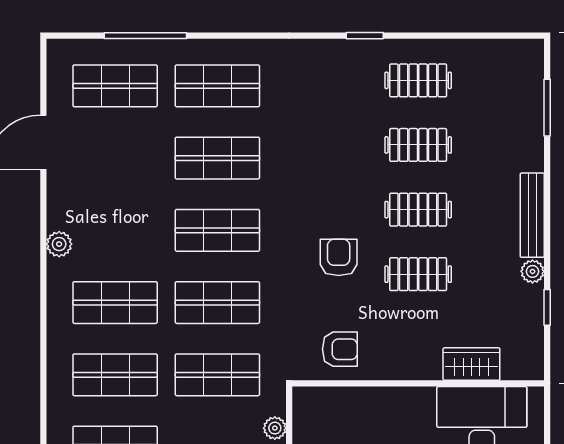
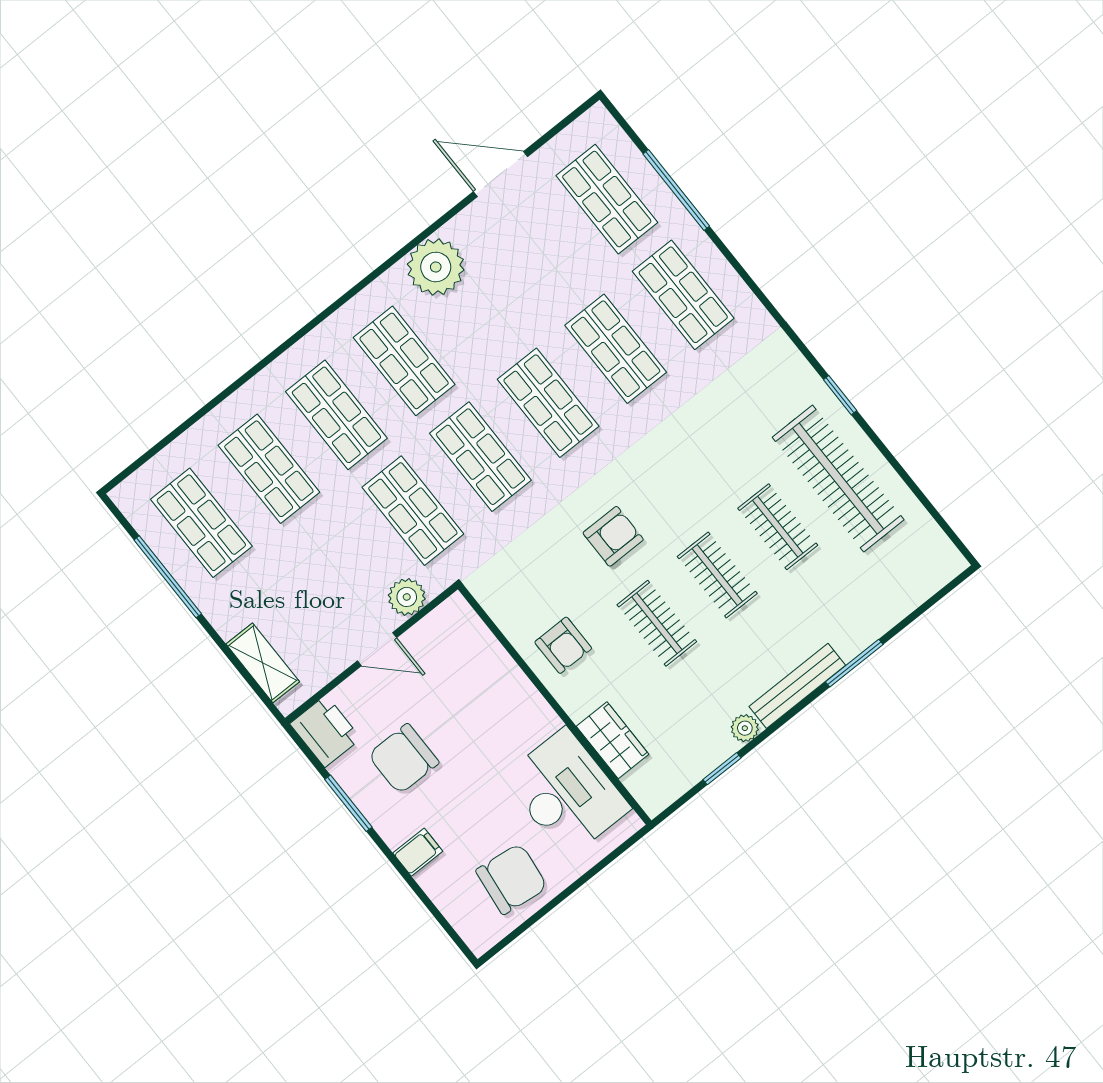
clothes rail: (418, 80) -> (838, 479), width x1.86, depth x1.31
window: (547, 108) -> (854, 663), moved
plant: (59, 244) -> (436, 267), width x1.87, depth x1.87
armchair: (340, 349) -> (563, 645), moved
plant: (275, 428) -> (407, 597), width x1.38, depth x1.38

